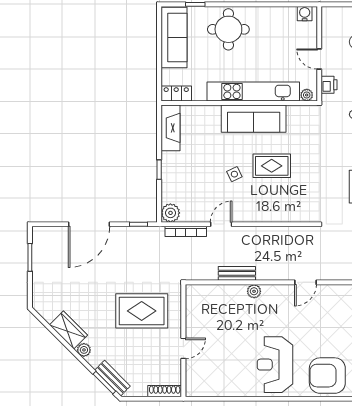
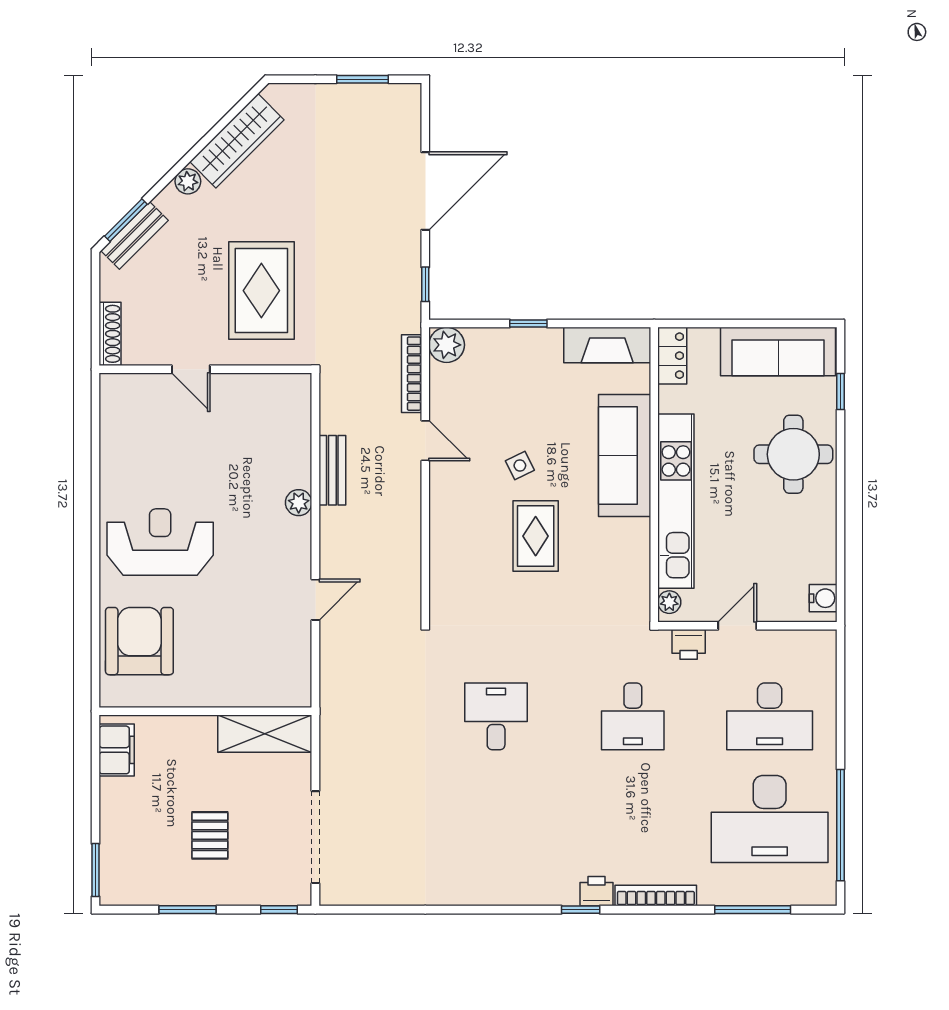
sofa: (254, 119) -> (625, 455), moved
door: (89, 224) -> (425, 191), swing flipped
door: (305, 282) -> (315, 600), swing flipped
wardrobe: (68, 330) -> (237, 141), width x1.50

